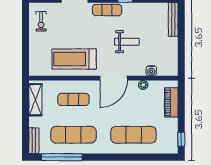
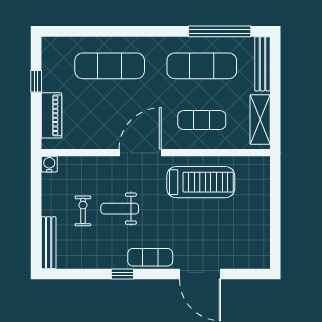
exercise bike: (41, 21) -> (83, 211), moved
water cooler: (151, 71) -> (49, 164), moved
plant: (143, 85) -> (95, 142), removed
window: (181, 139) -> (36, 81), moved
bench: (34, 141) -> (262, 64), width x1.36

